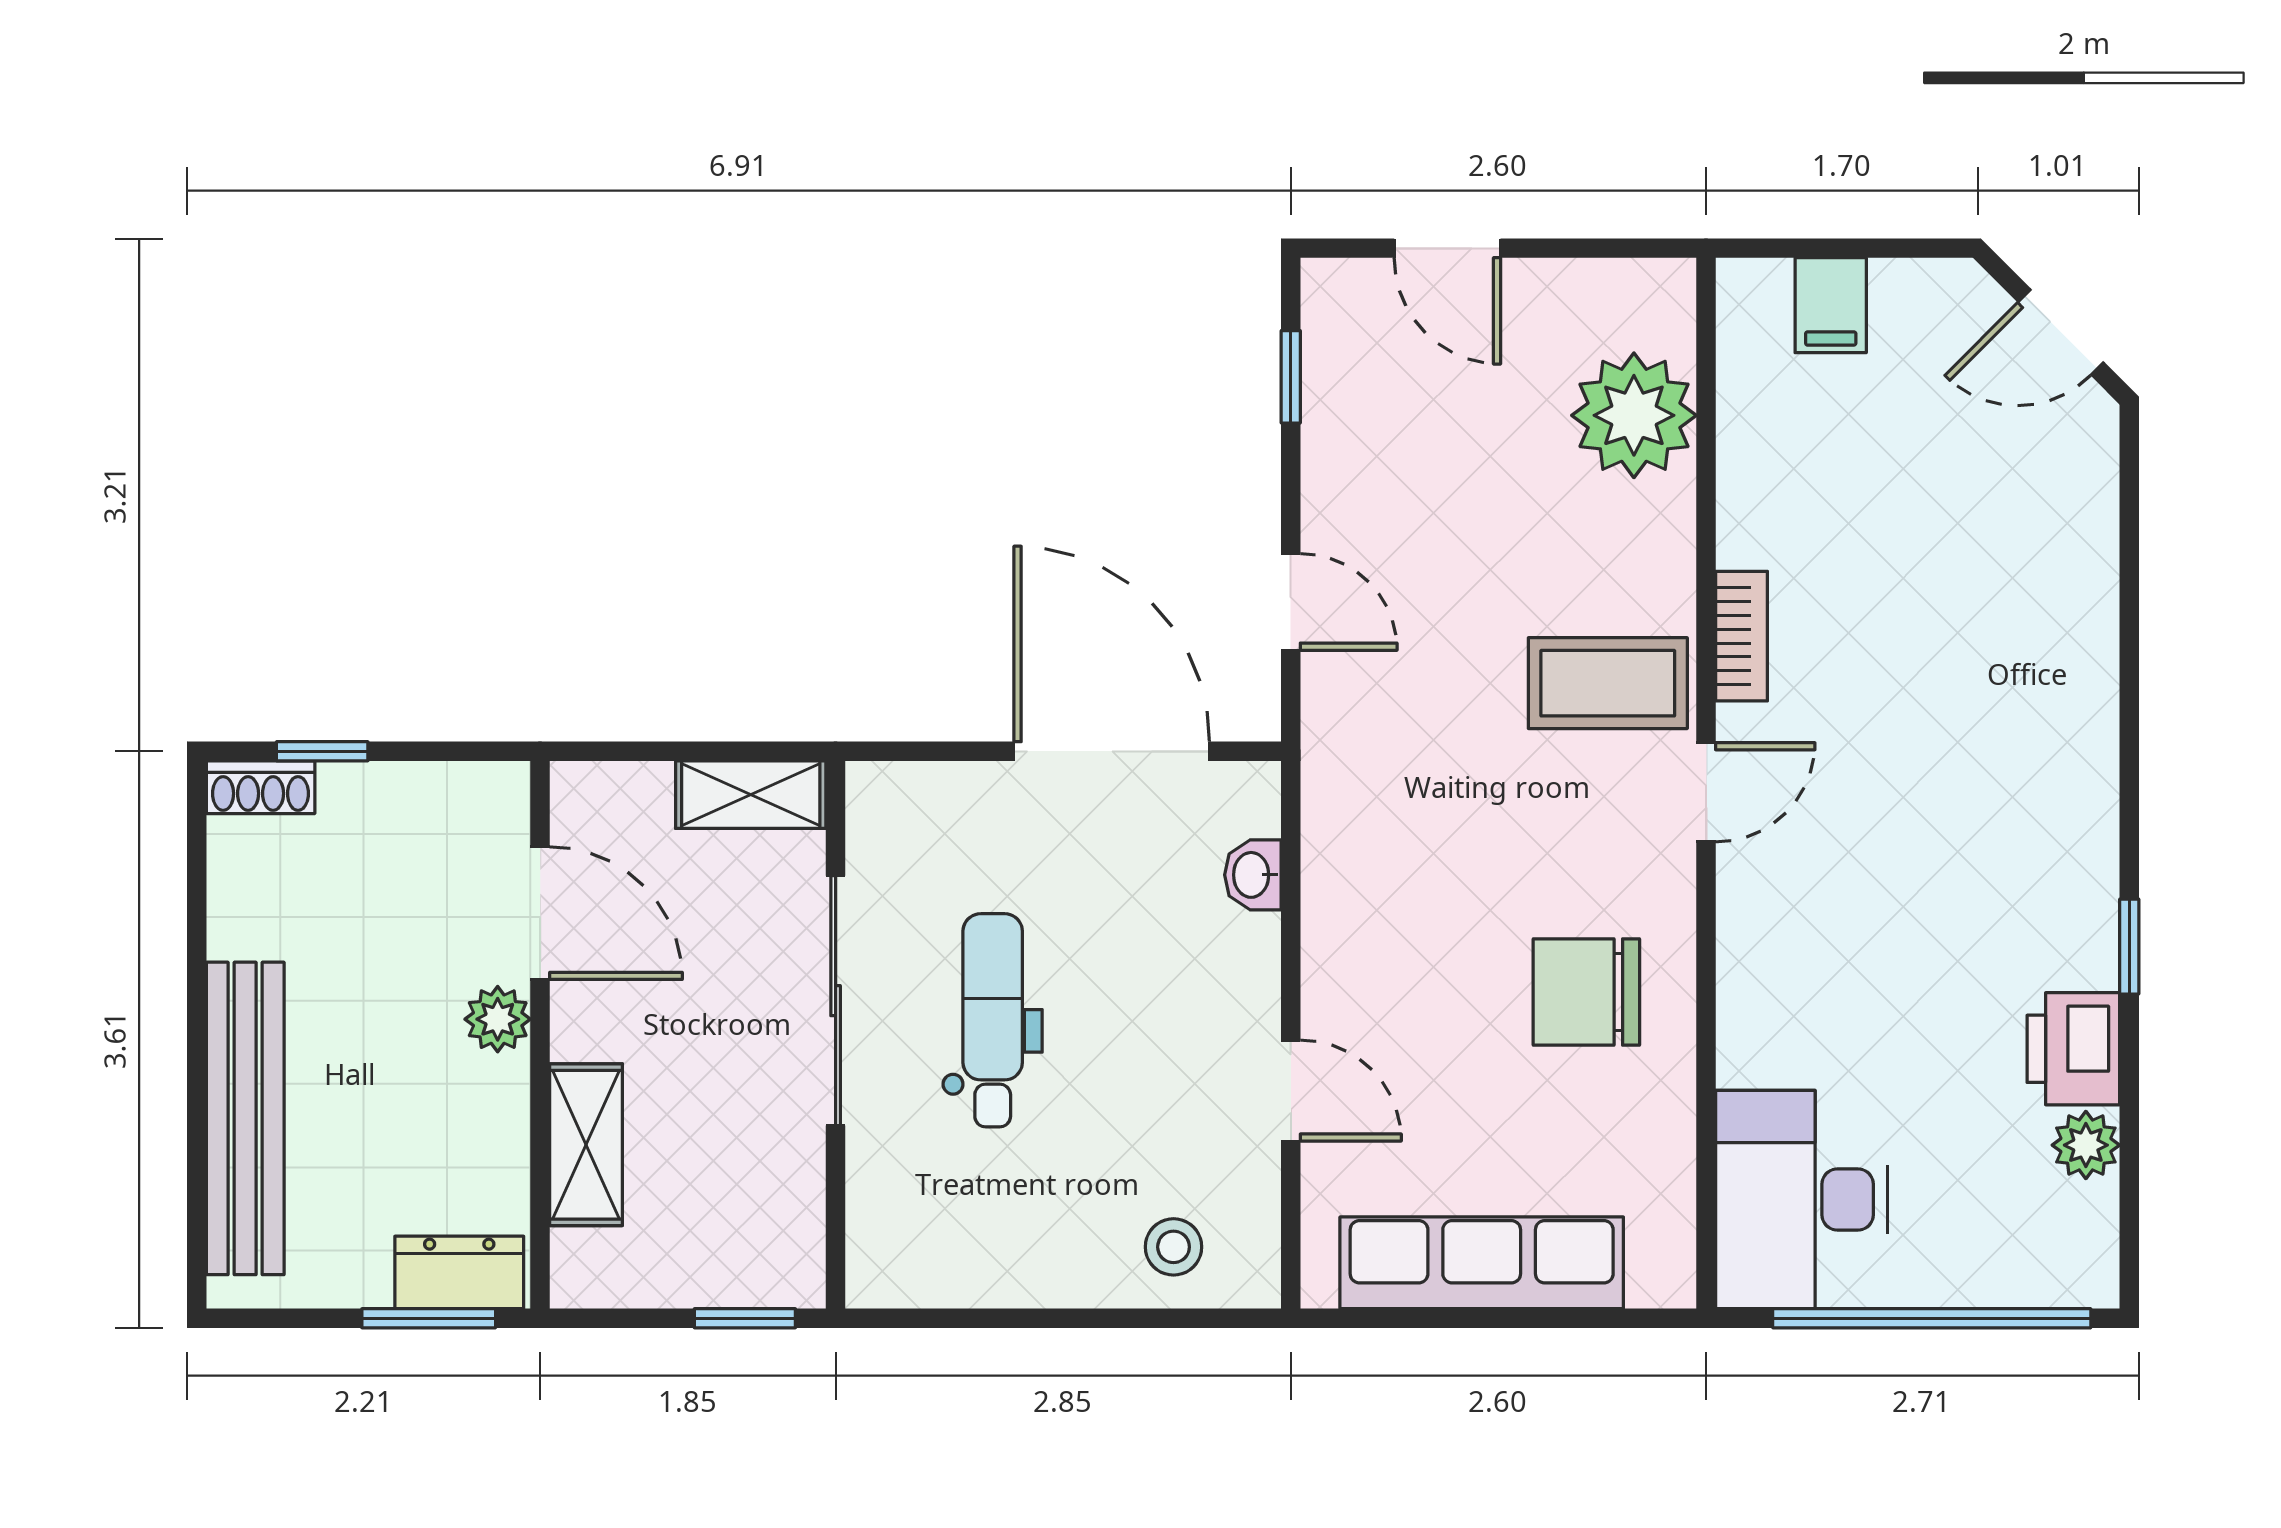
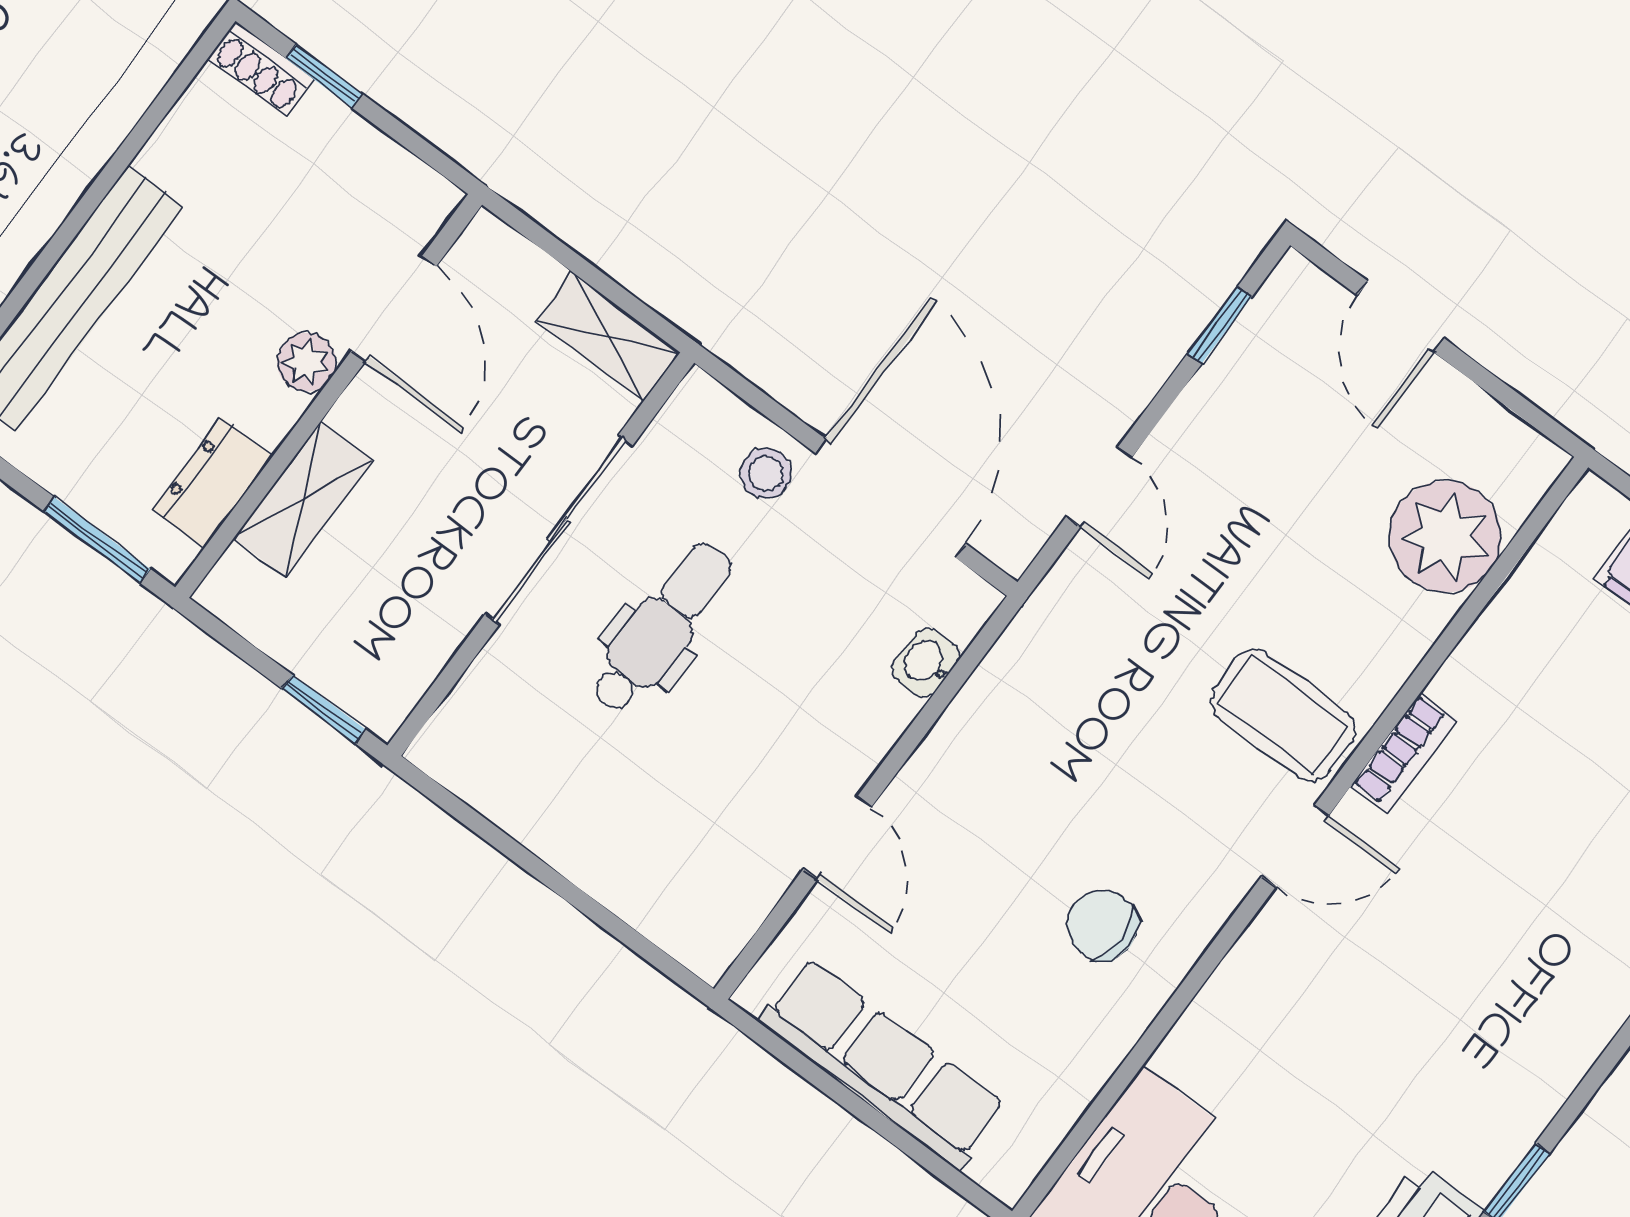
chair: (1586, 992) -> (1103, 925), width x0.73, depth x0.73
stool: (1174, 1247) -> (766, 473), moved
dresser: (459, 1272) -> (213, 483), moved, turned -90

